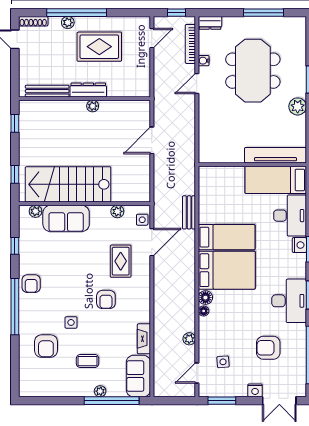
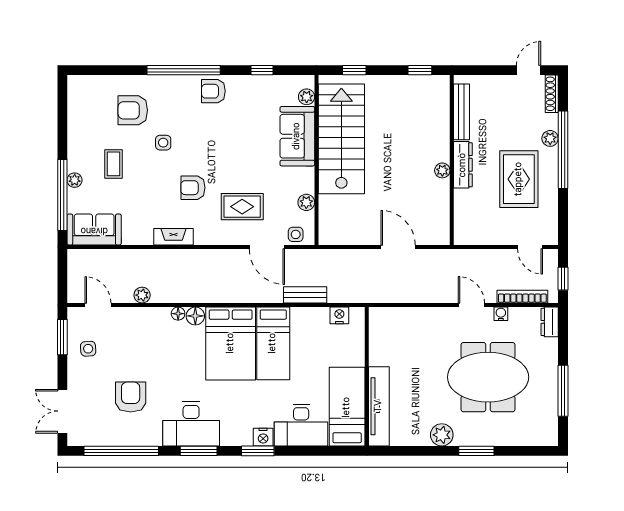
fireplace: (144, 339) -> (174, 237), moved
side table: (223, 362) -> (88, 349), moved
nightstand: (255, 390) -> (339, 315), moved, turned 90

